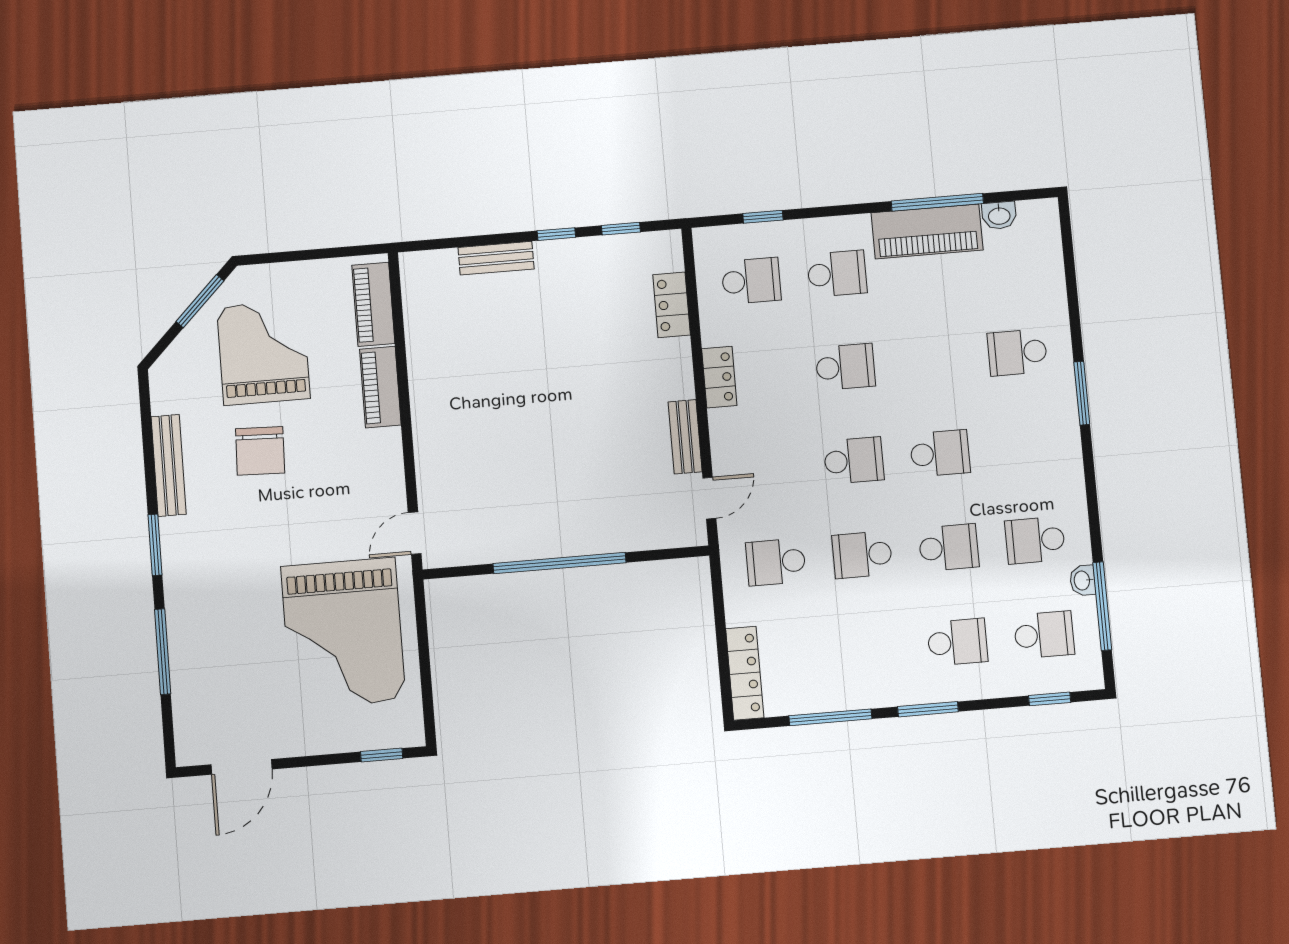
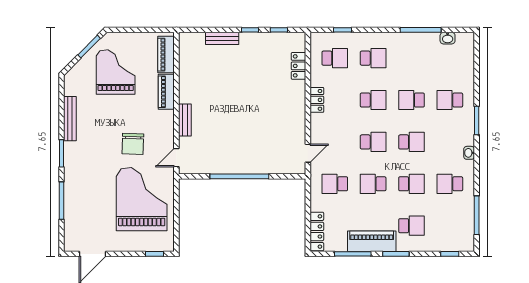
piano: (927, 231) -> (372, 241), moved, turned 180
bench: (685, 437) -> (185, 120), moved
chair: (260, 451) -> (133, 144), moved
washbasin: (1083, 580) -> (469, 153), moved
grand piano: (343, 633) -> (142, 199), turned 180
school desk: (1044, 635) -> (411, 100), moved, turned 180

